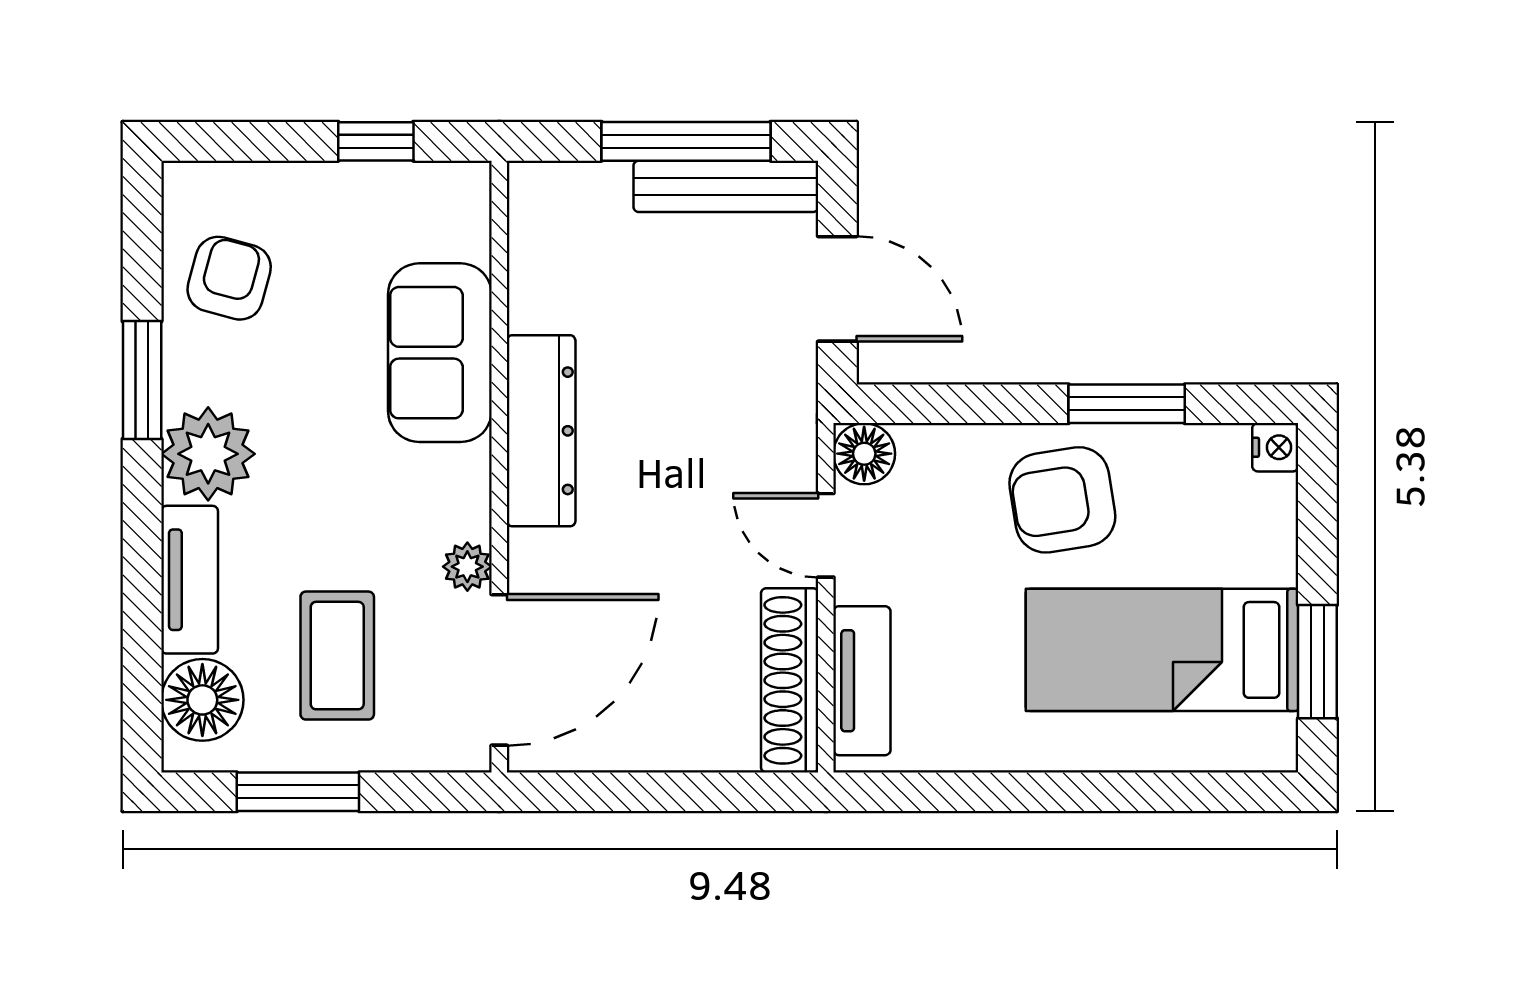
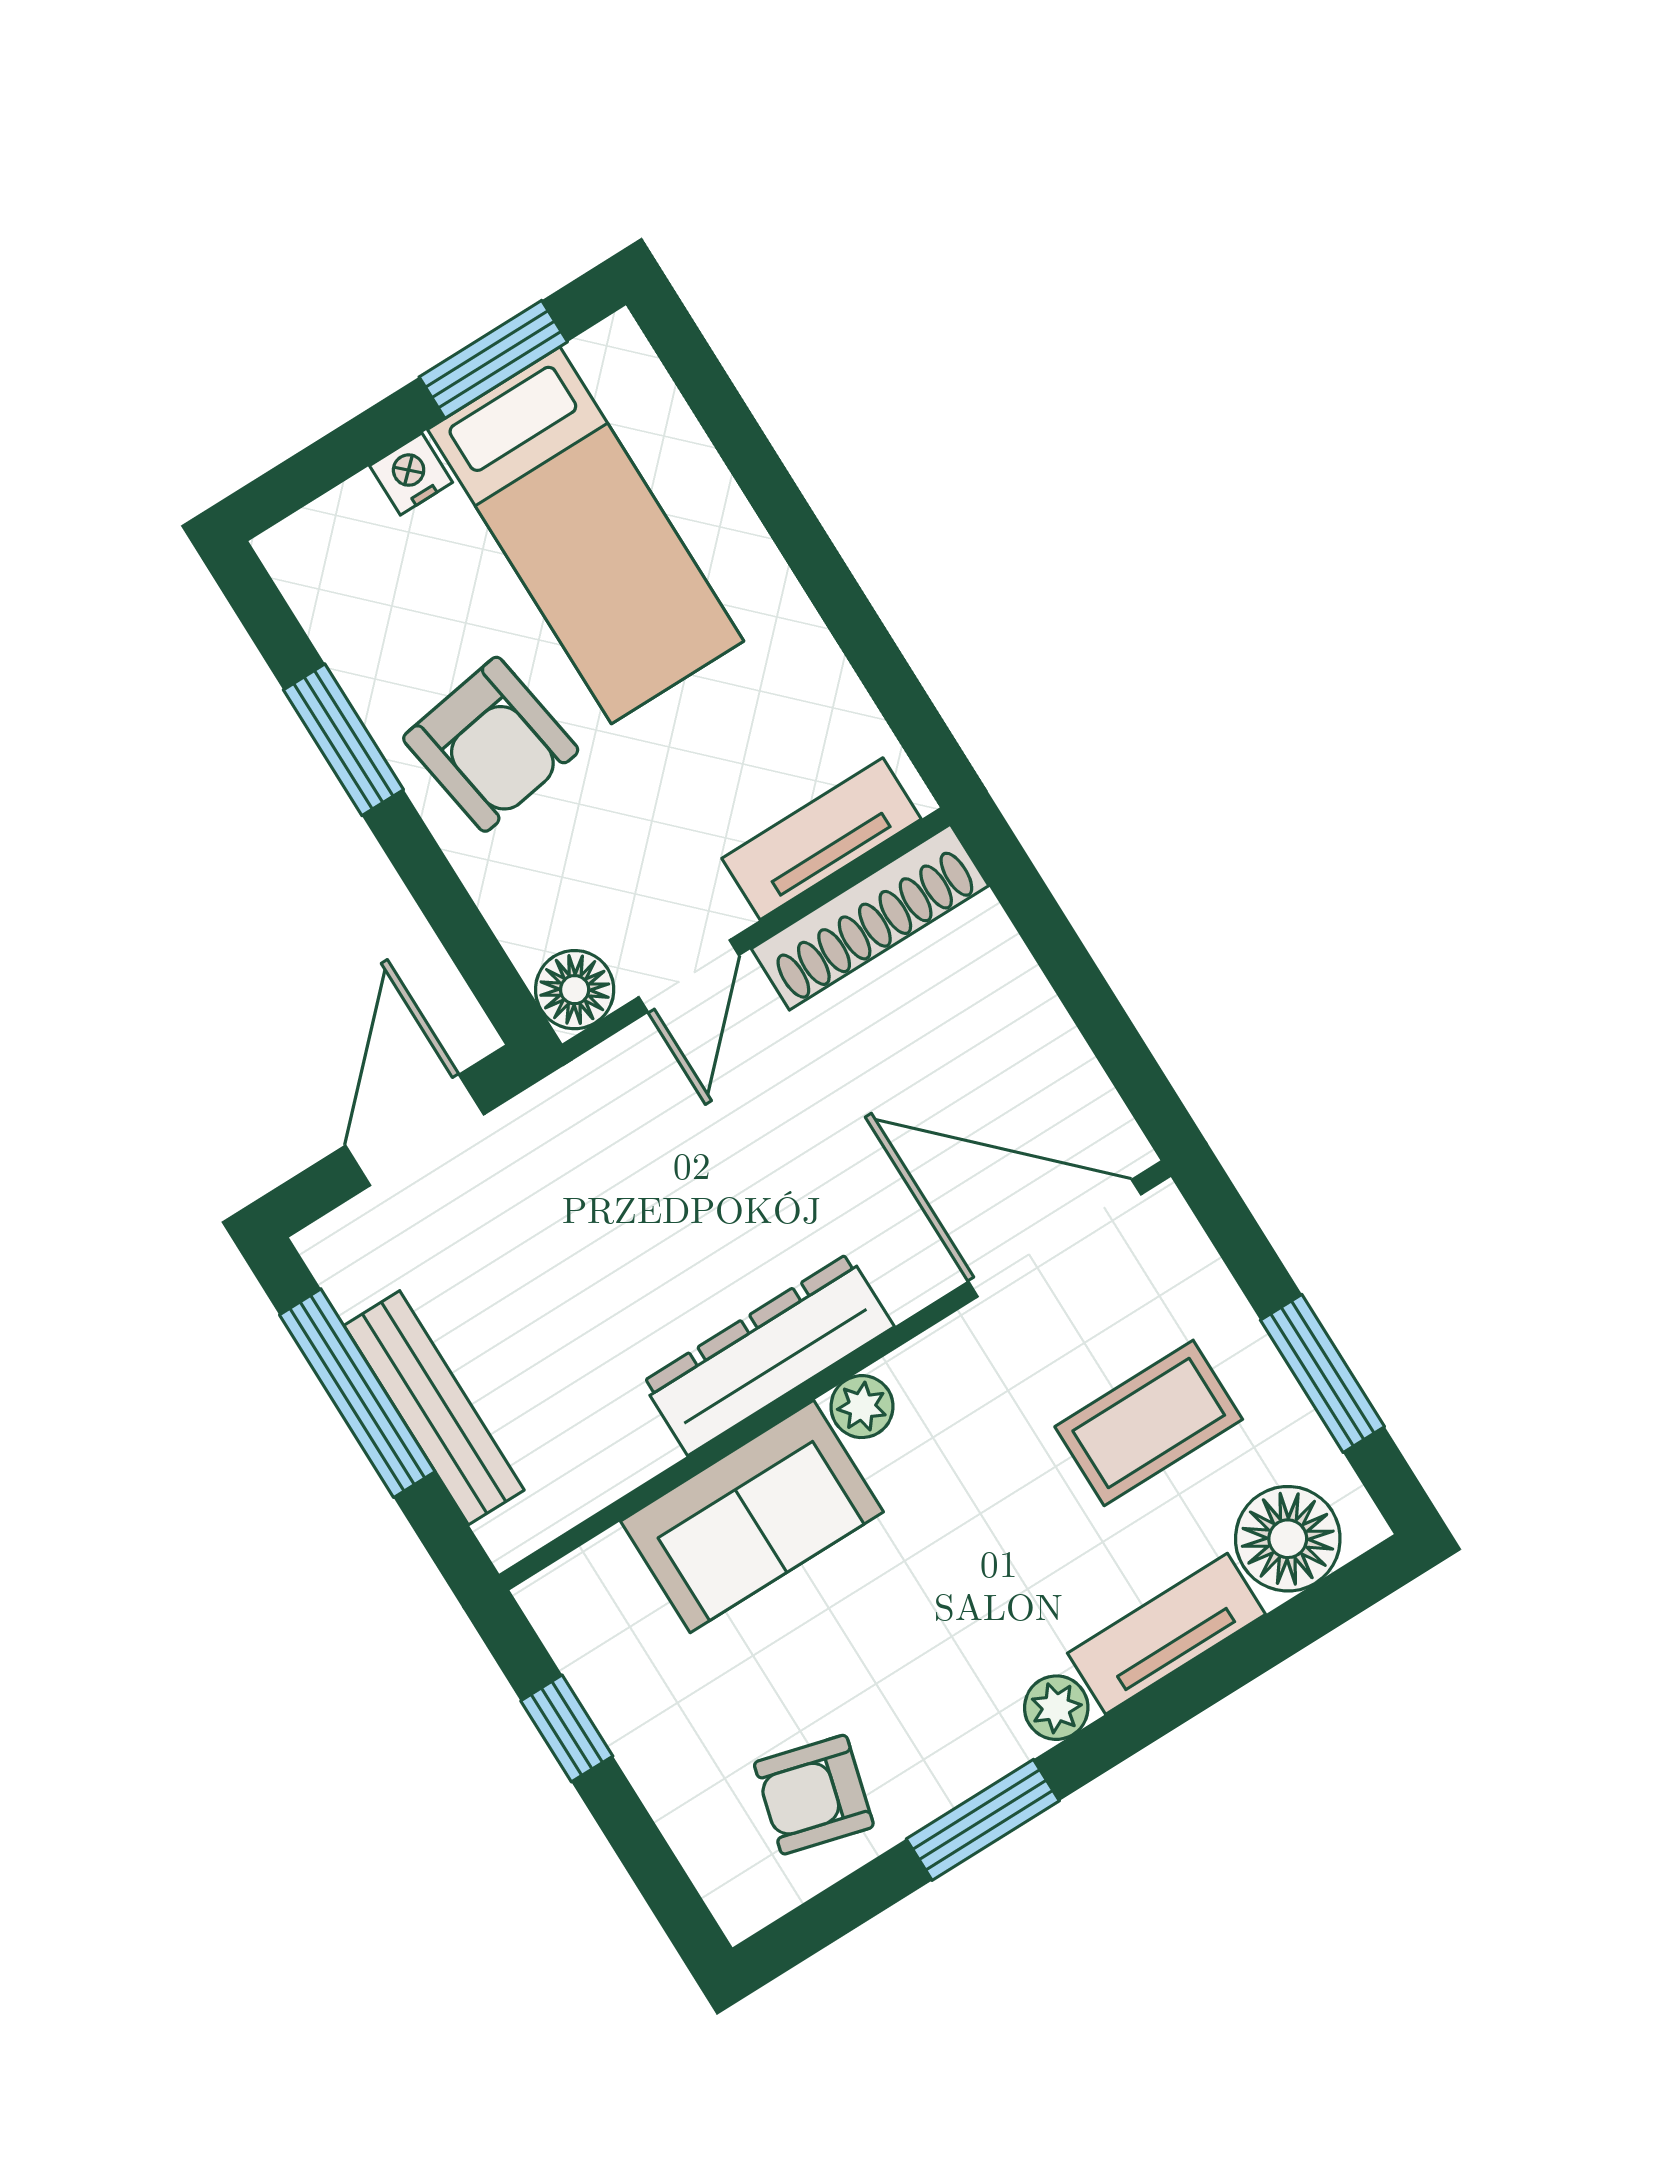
bench: (726, 186) -> (434, 1408), moved
nightstand: (1275, 447) -> (411, 474), moved
plant: (208, 454) -> (1056, 1708), width x0.53, depth x0.53
plant: (467, 567) -> (862, 1407), moved

